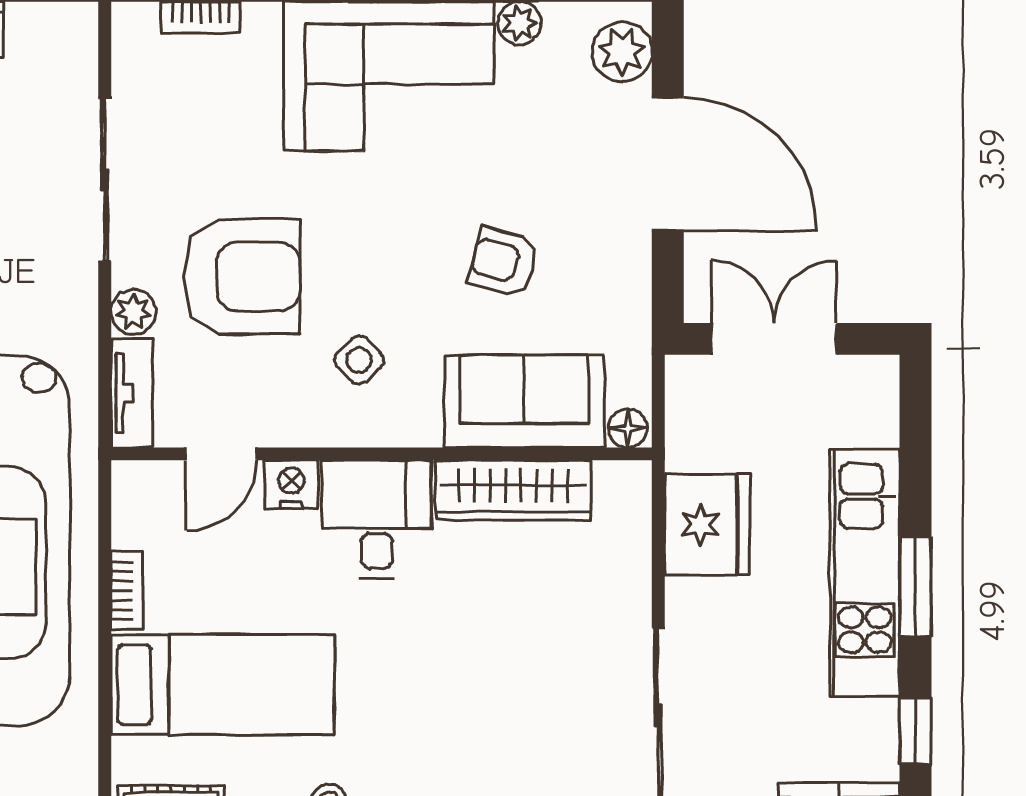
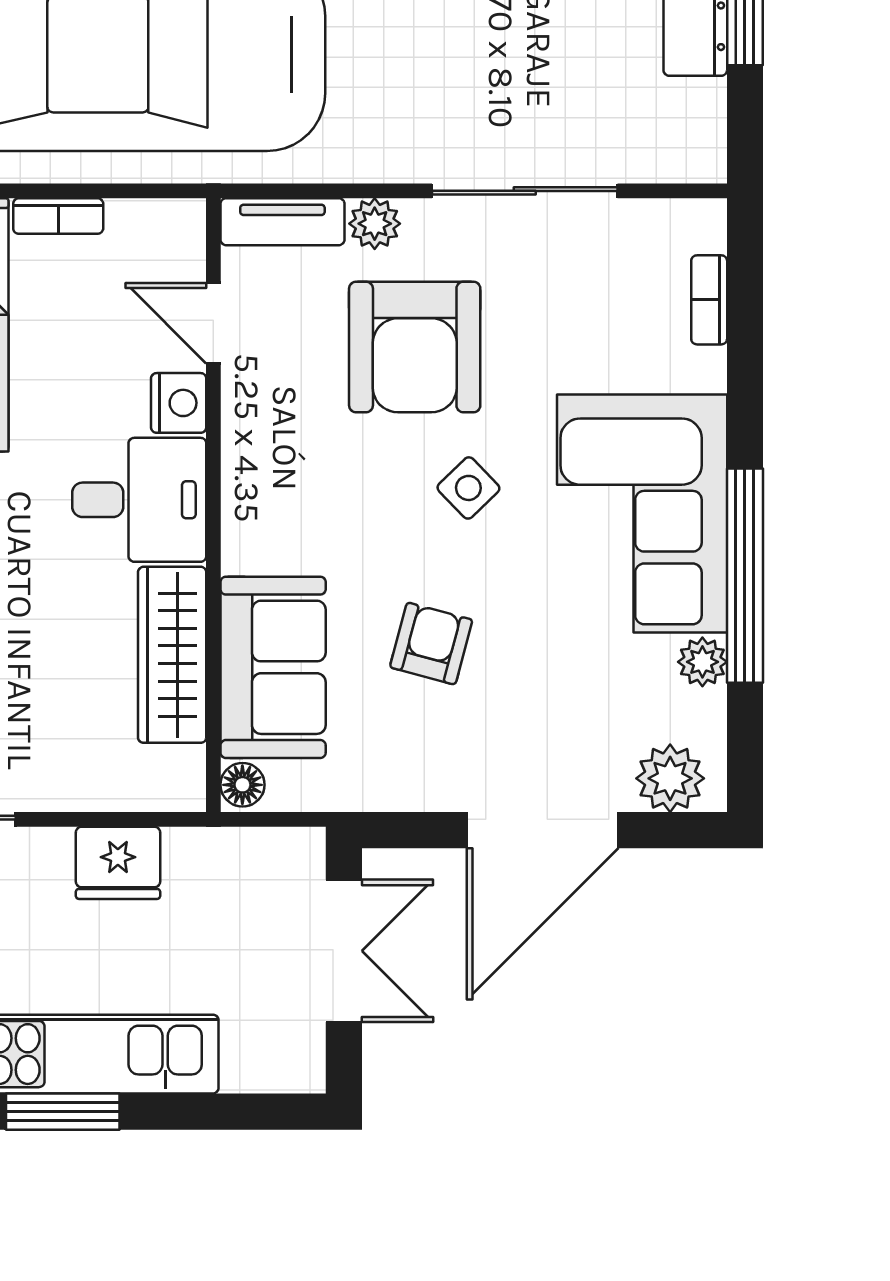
side table: (359, 360) -> (468, 488), moved
fridge: (707, 525) -> (118, 863), width x0.73, depth x0.75

